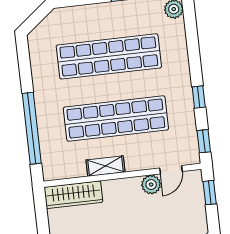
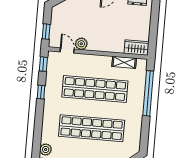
shelving: (105, 166) -> (124, 62), moved
door: (171, 170) -> (67, 50), hinge flipped
wardrobe: (73, 195) -> (137, 48), width x0.67

